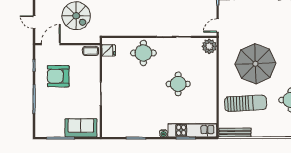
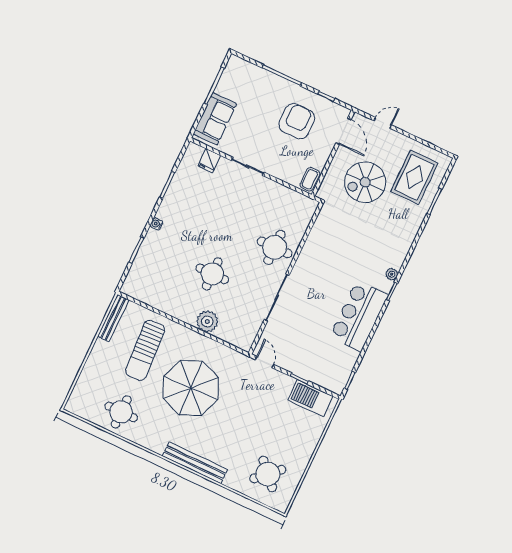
plant: (209, 46) -> (207, 321), moved
fridge: (109, 50) -> (209, 161), moved
kitchen unit: (192, 130) -> (143, 264), removed

